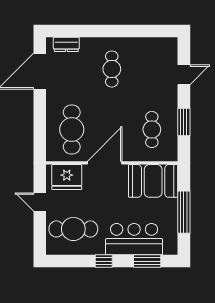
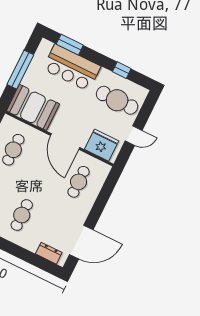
cafe table: (72, 129) -> (79, 182), width x0.73, depth x0.74
door: (105, 163) -> (65, 141), hinge flipped
door: (40, 202) -> (134, 136), hinge flipped
window: (104, 261) -> (122, 70), moved

